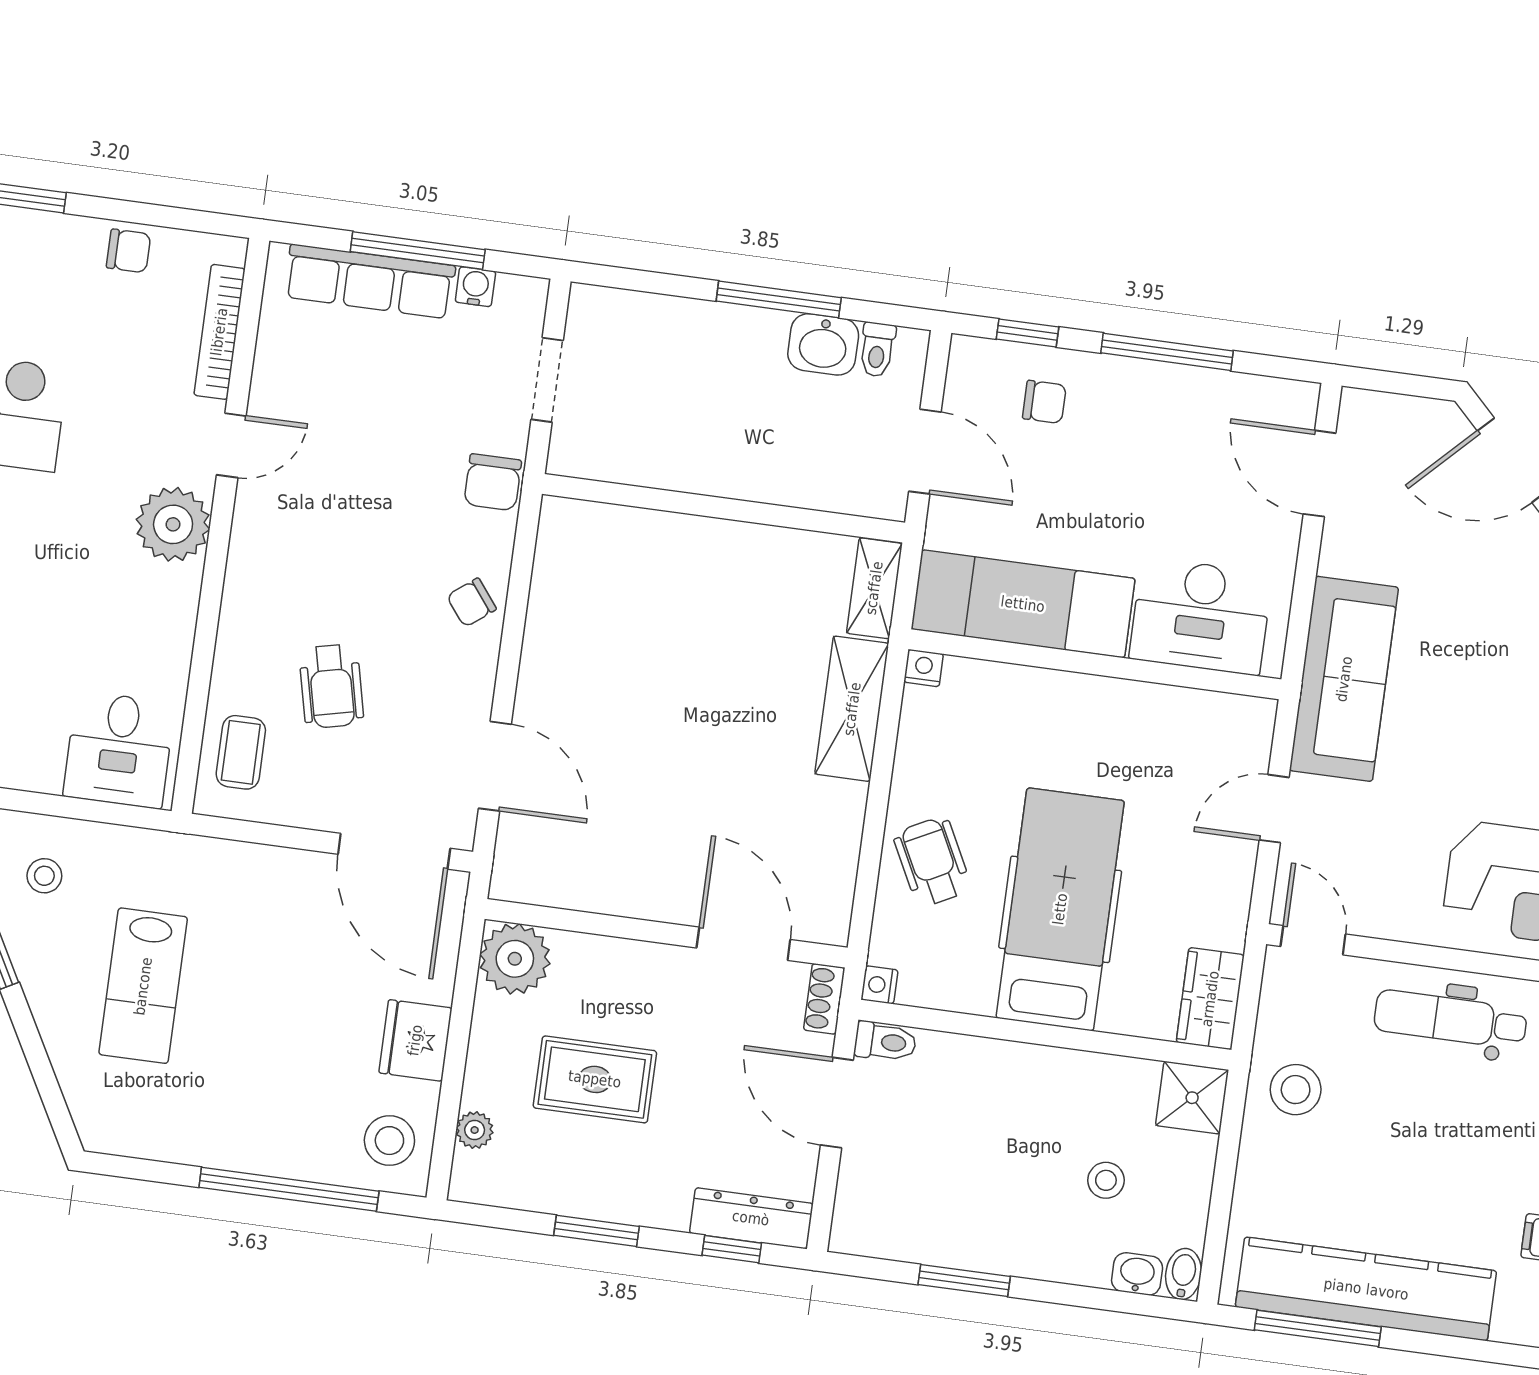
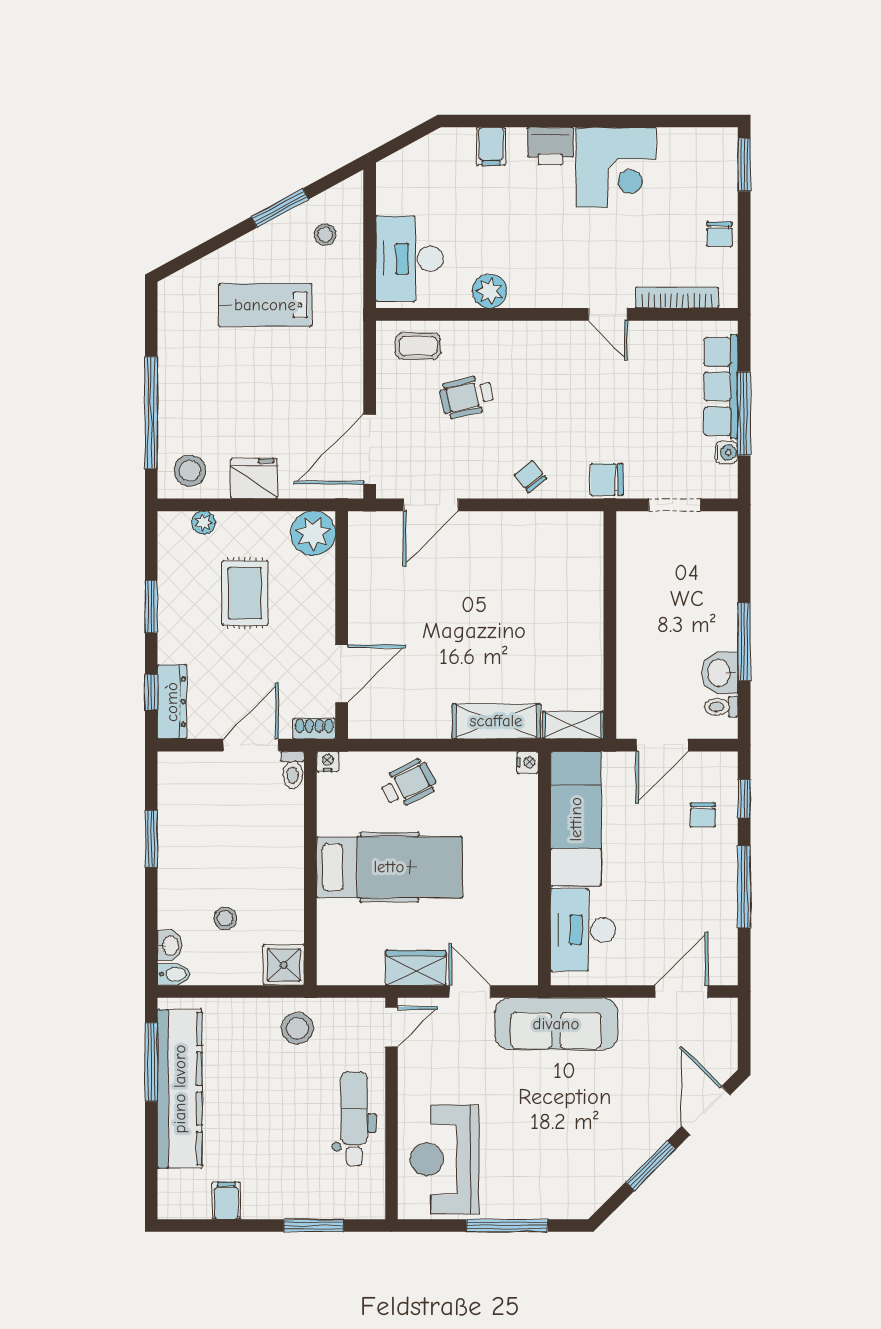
plant: (173, 524) -> (490, 291), moved, width x0.73, depth x0.73
desk: (119, 750) -> (410, 259), width x1.37
wardrobe: (1210, 999) -> (416, 968), moved

